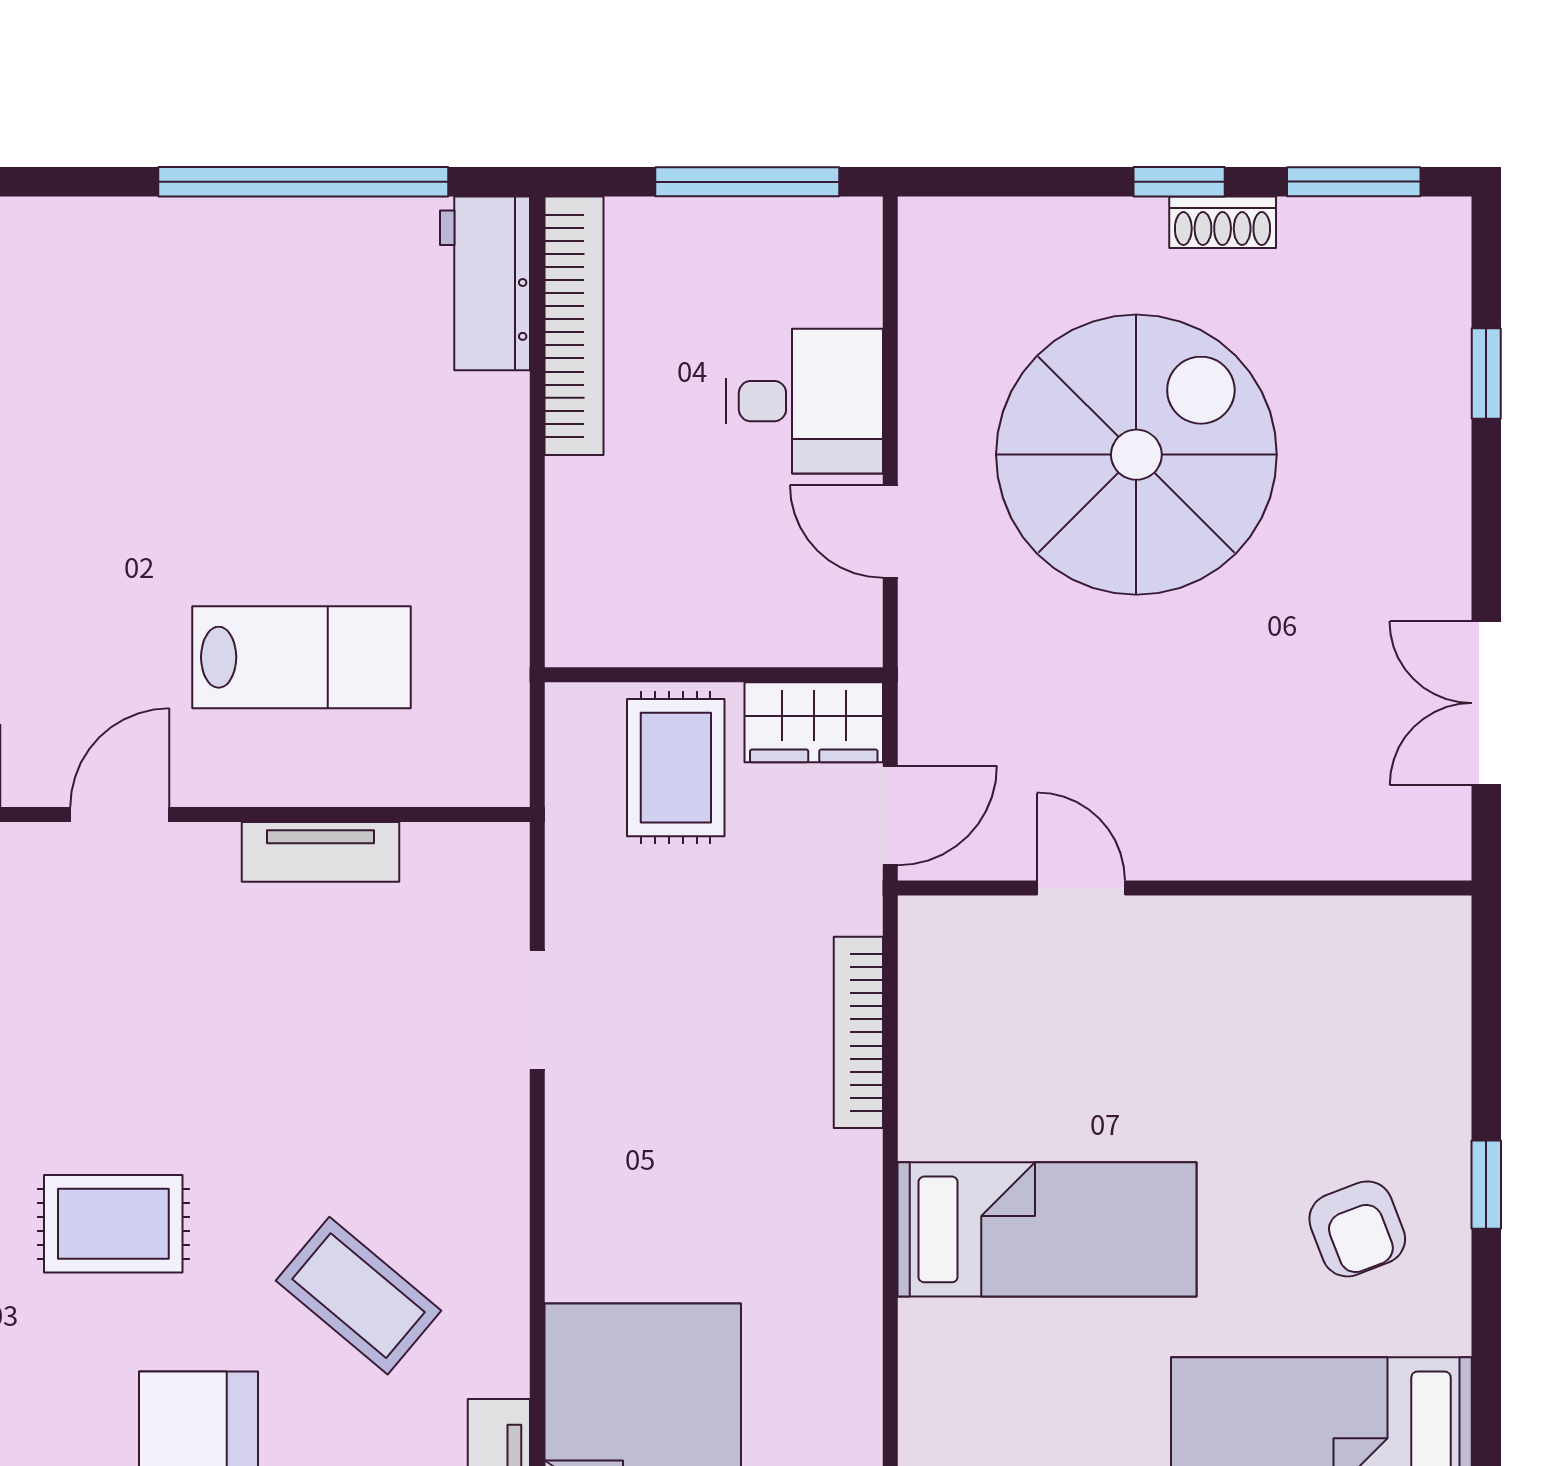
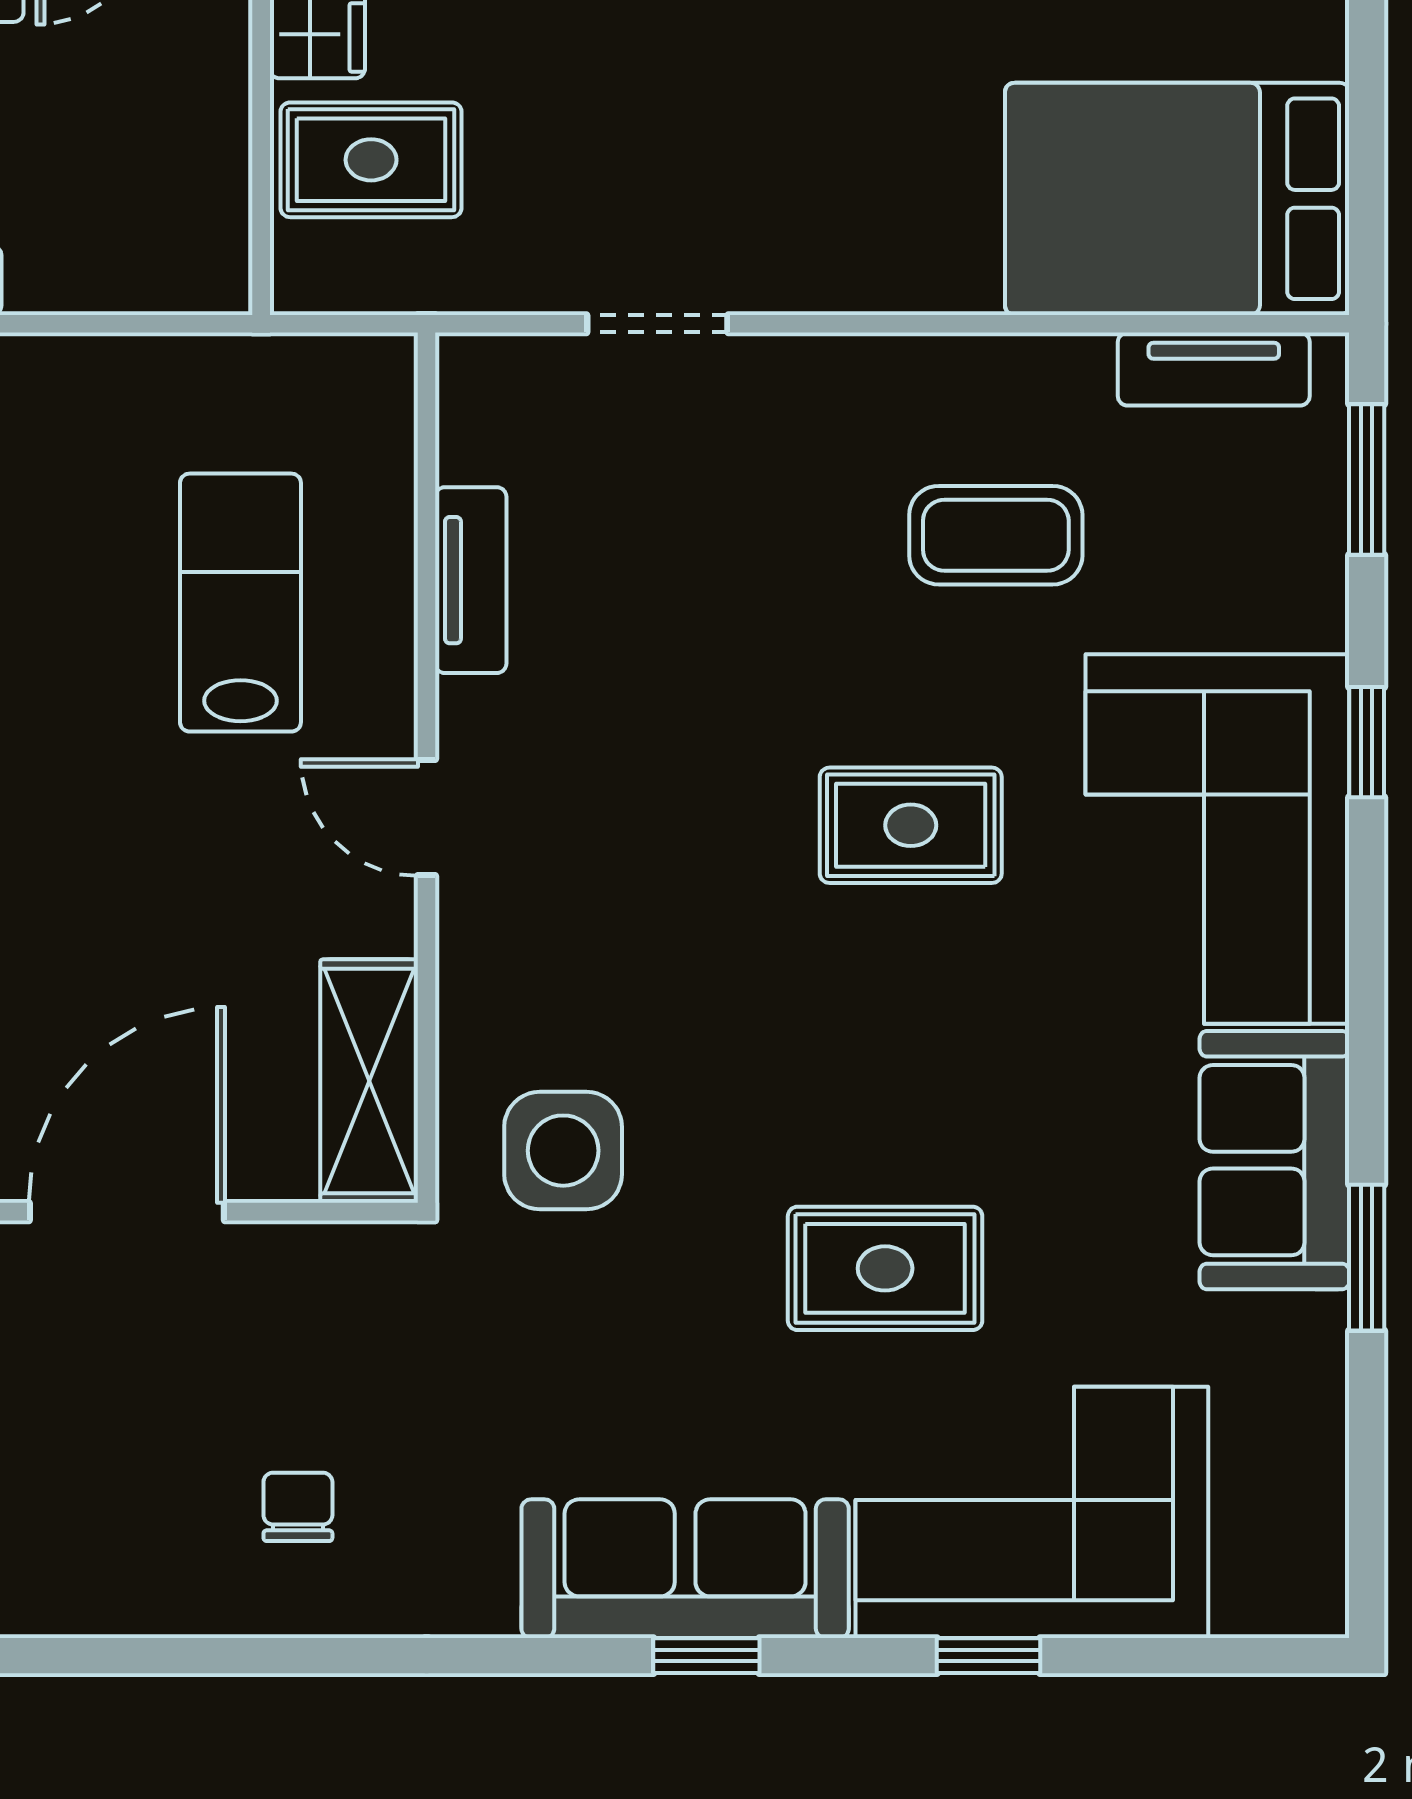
rug: (113, 1224) -> (911, 825), turned 90
coffee table: (358, 1296) -> (996, 535), turned 50

